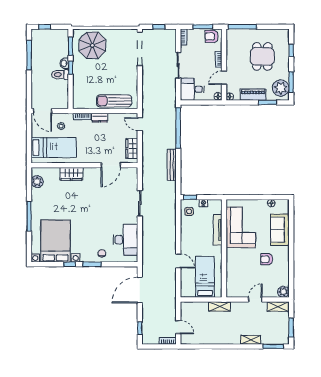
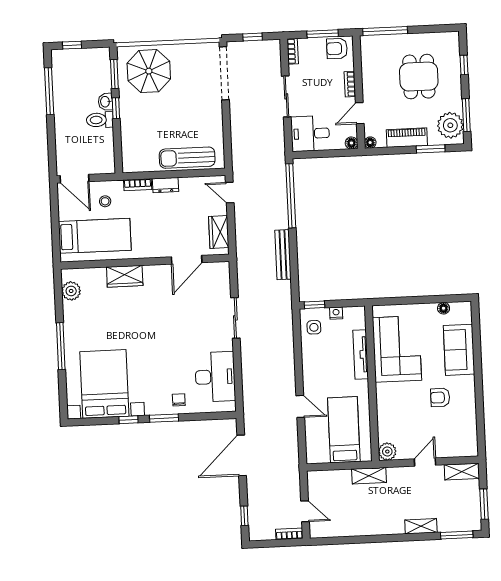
plant: (283, 292) -> (387, 452), moved

